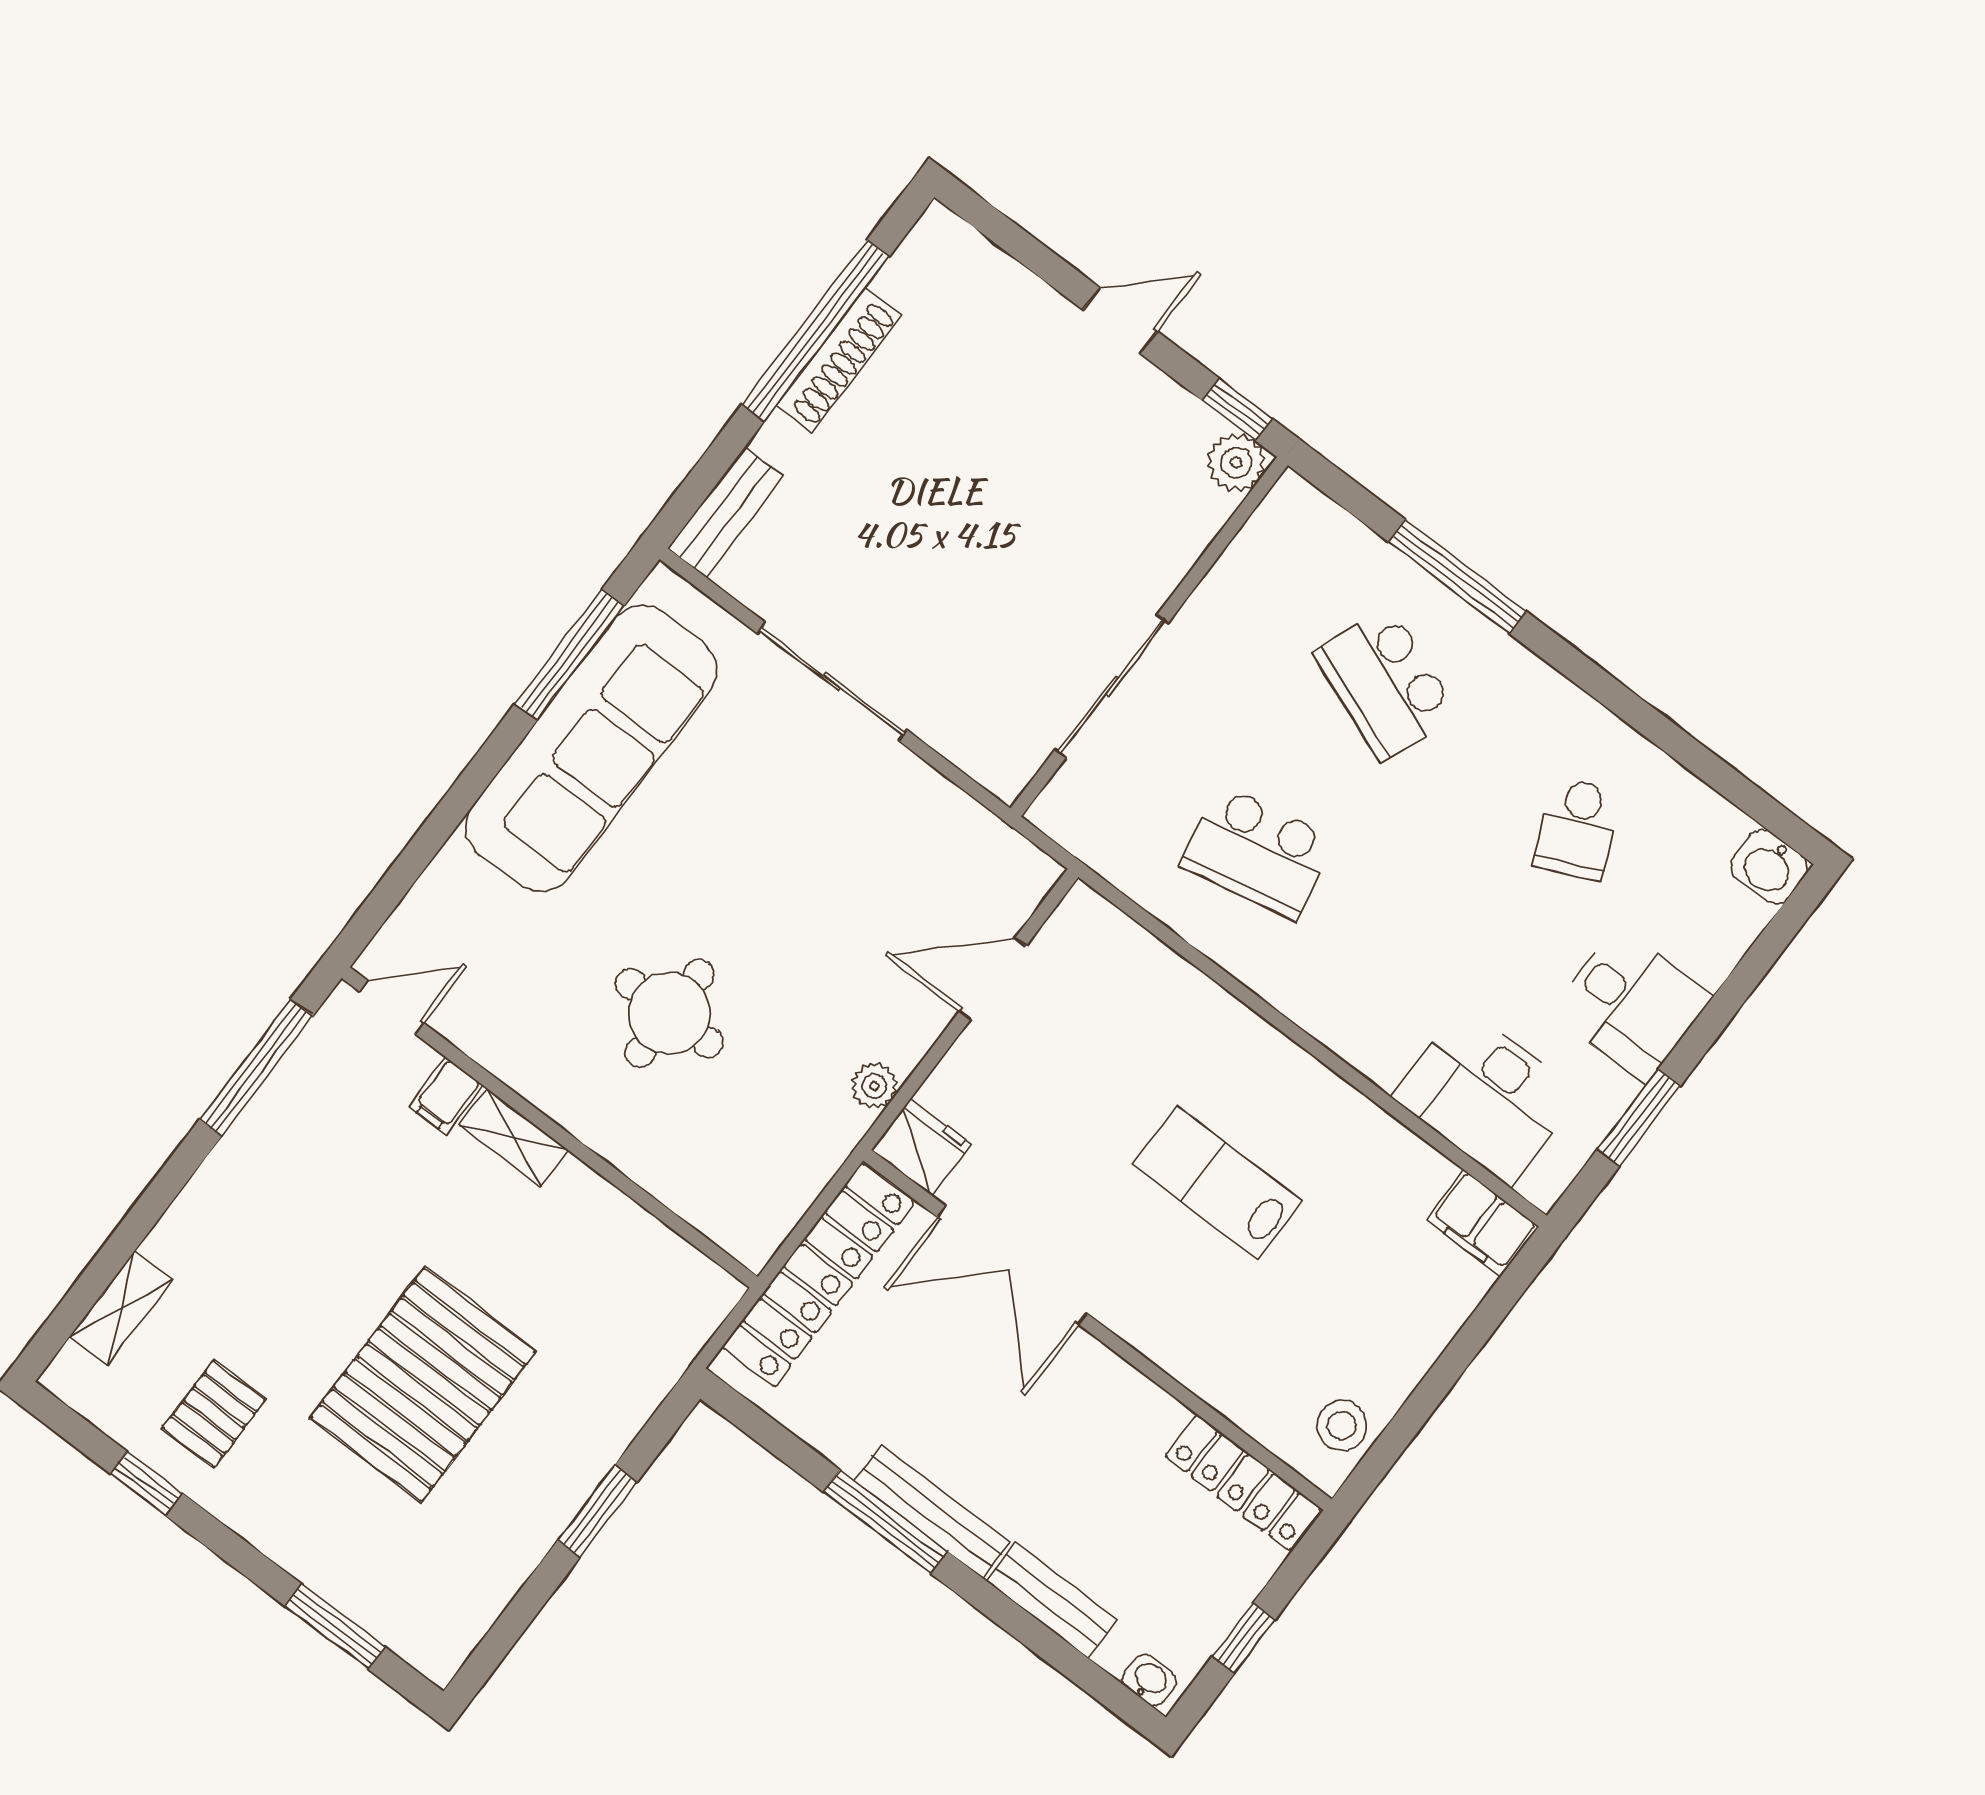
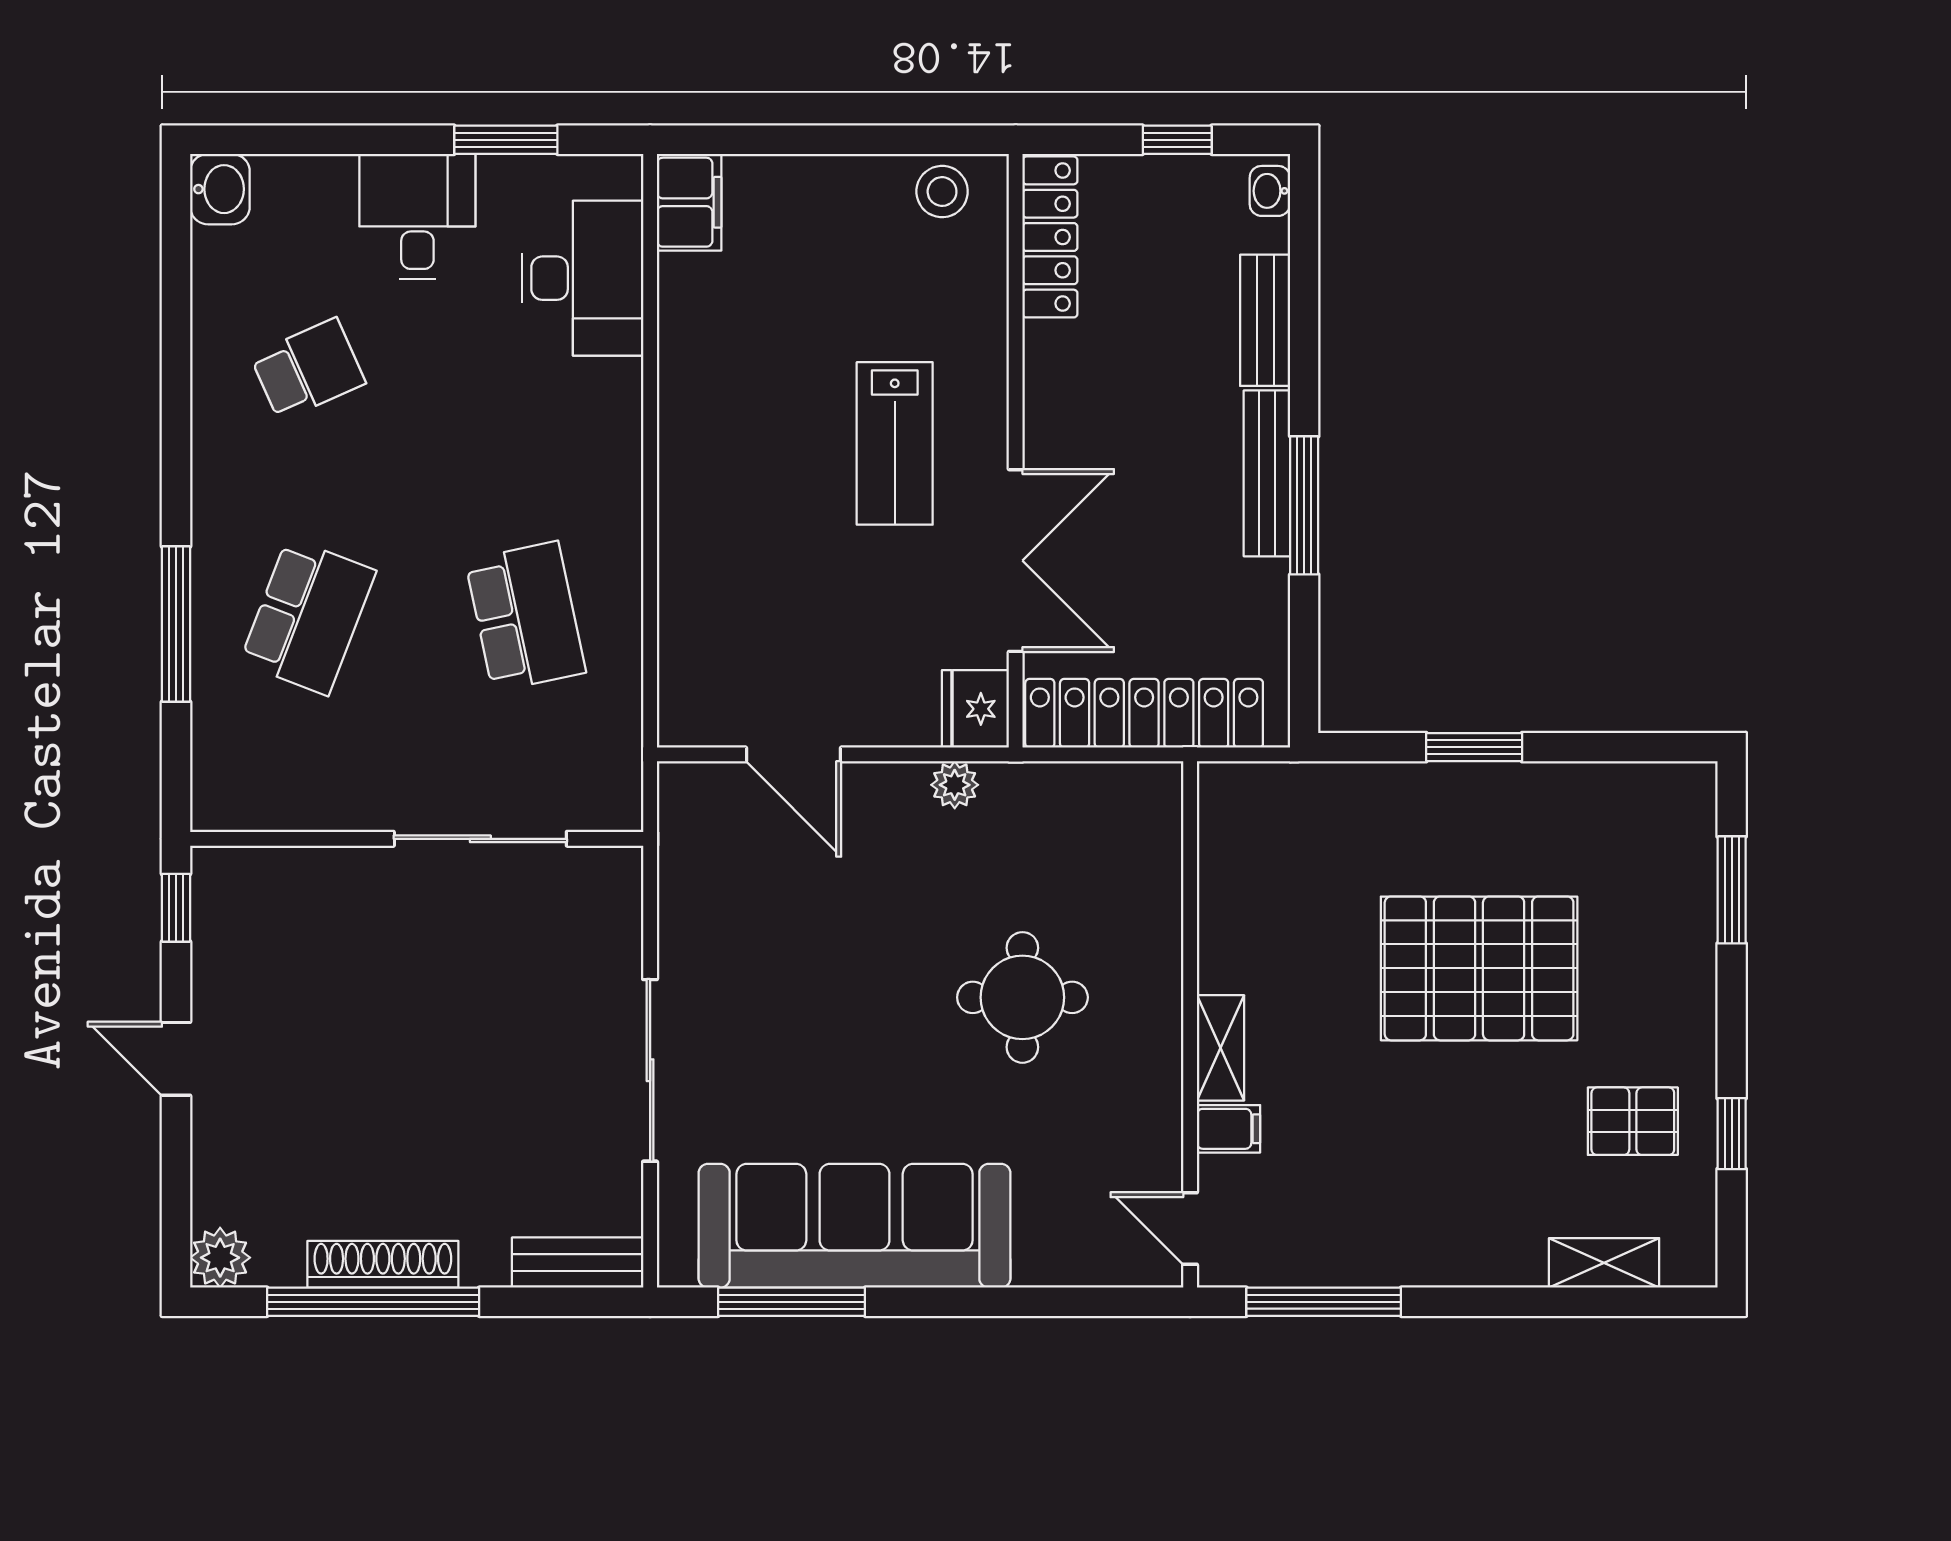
plant: (1236, 463) -> (220, 1258), moved
lab bench: (1217, 1183) -> (895, 443), moved

